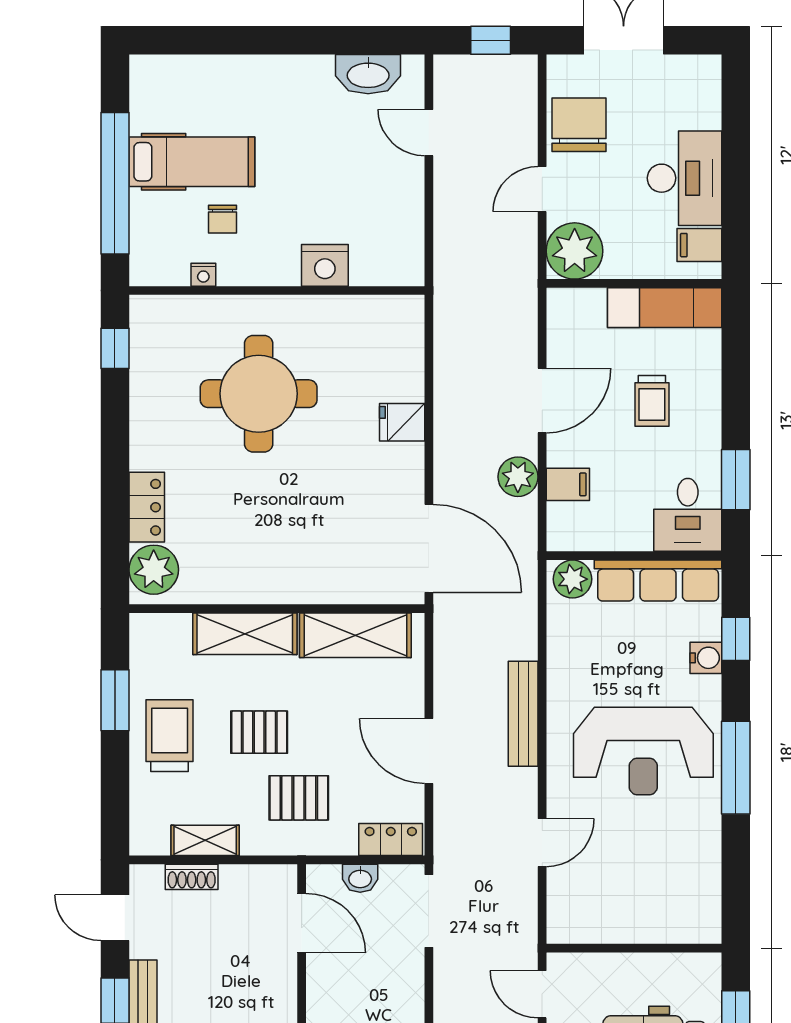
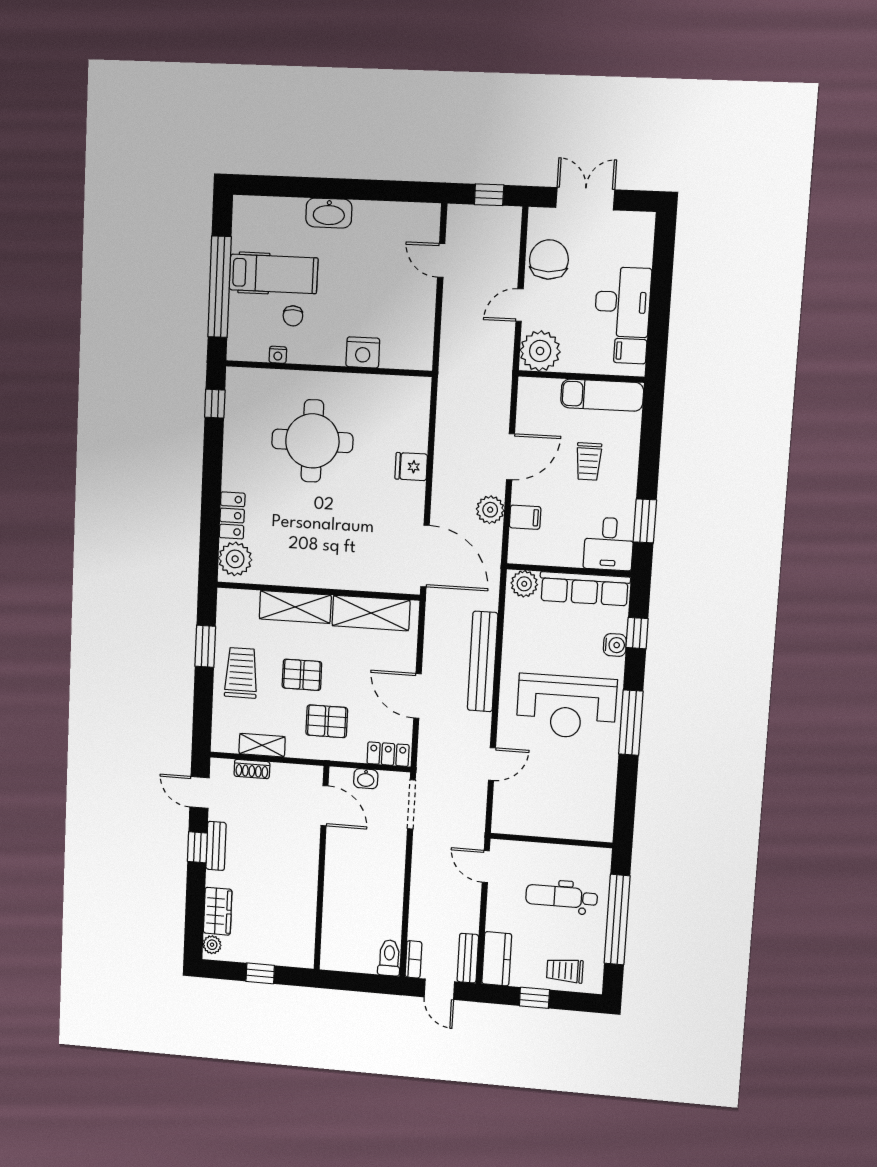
washbasin: (368, 74) -> (329, 213), moved
bench: (523, 714) -> (483, 662), width x1.37, depth x1.21

